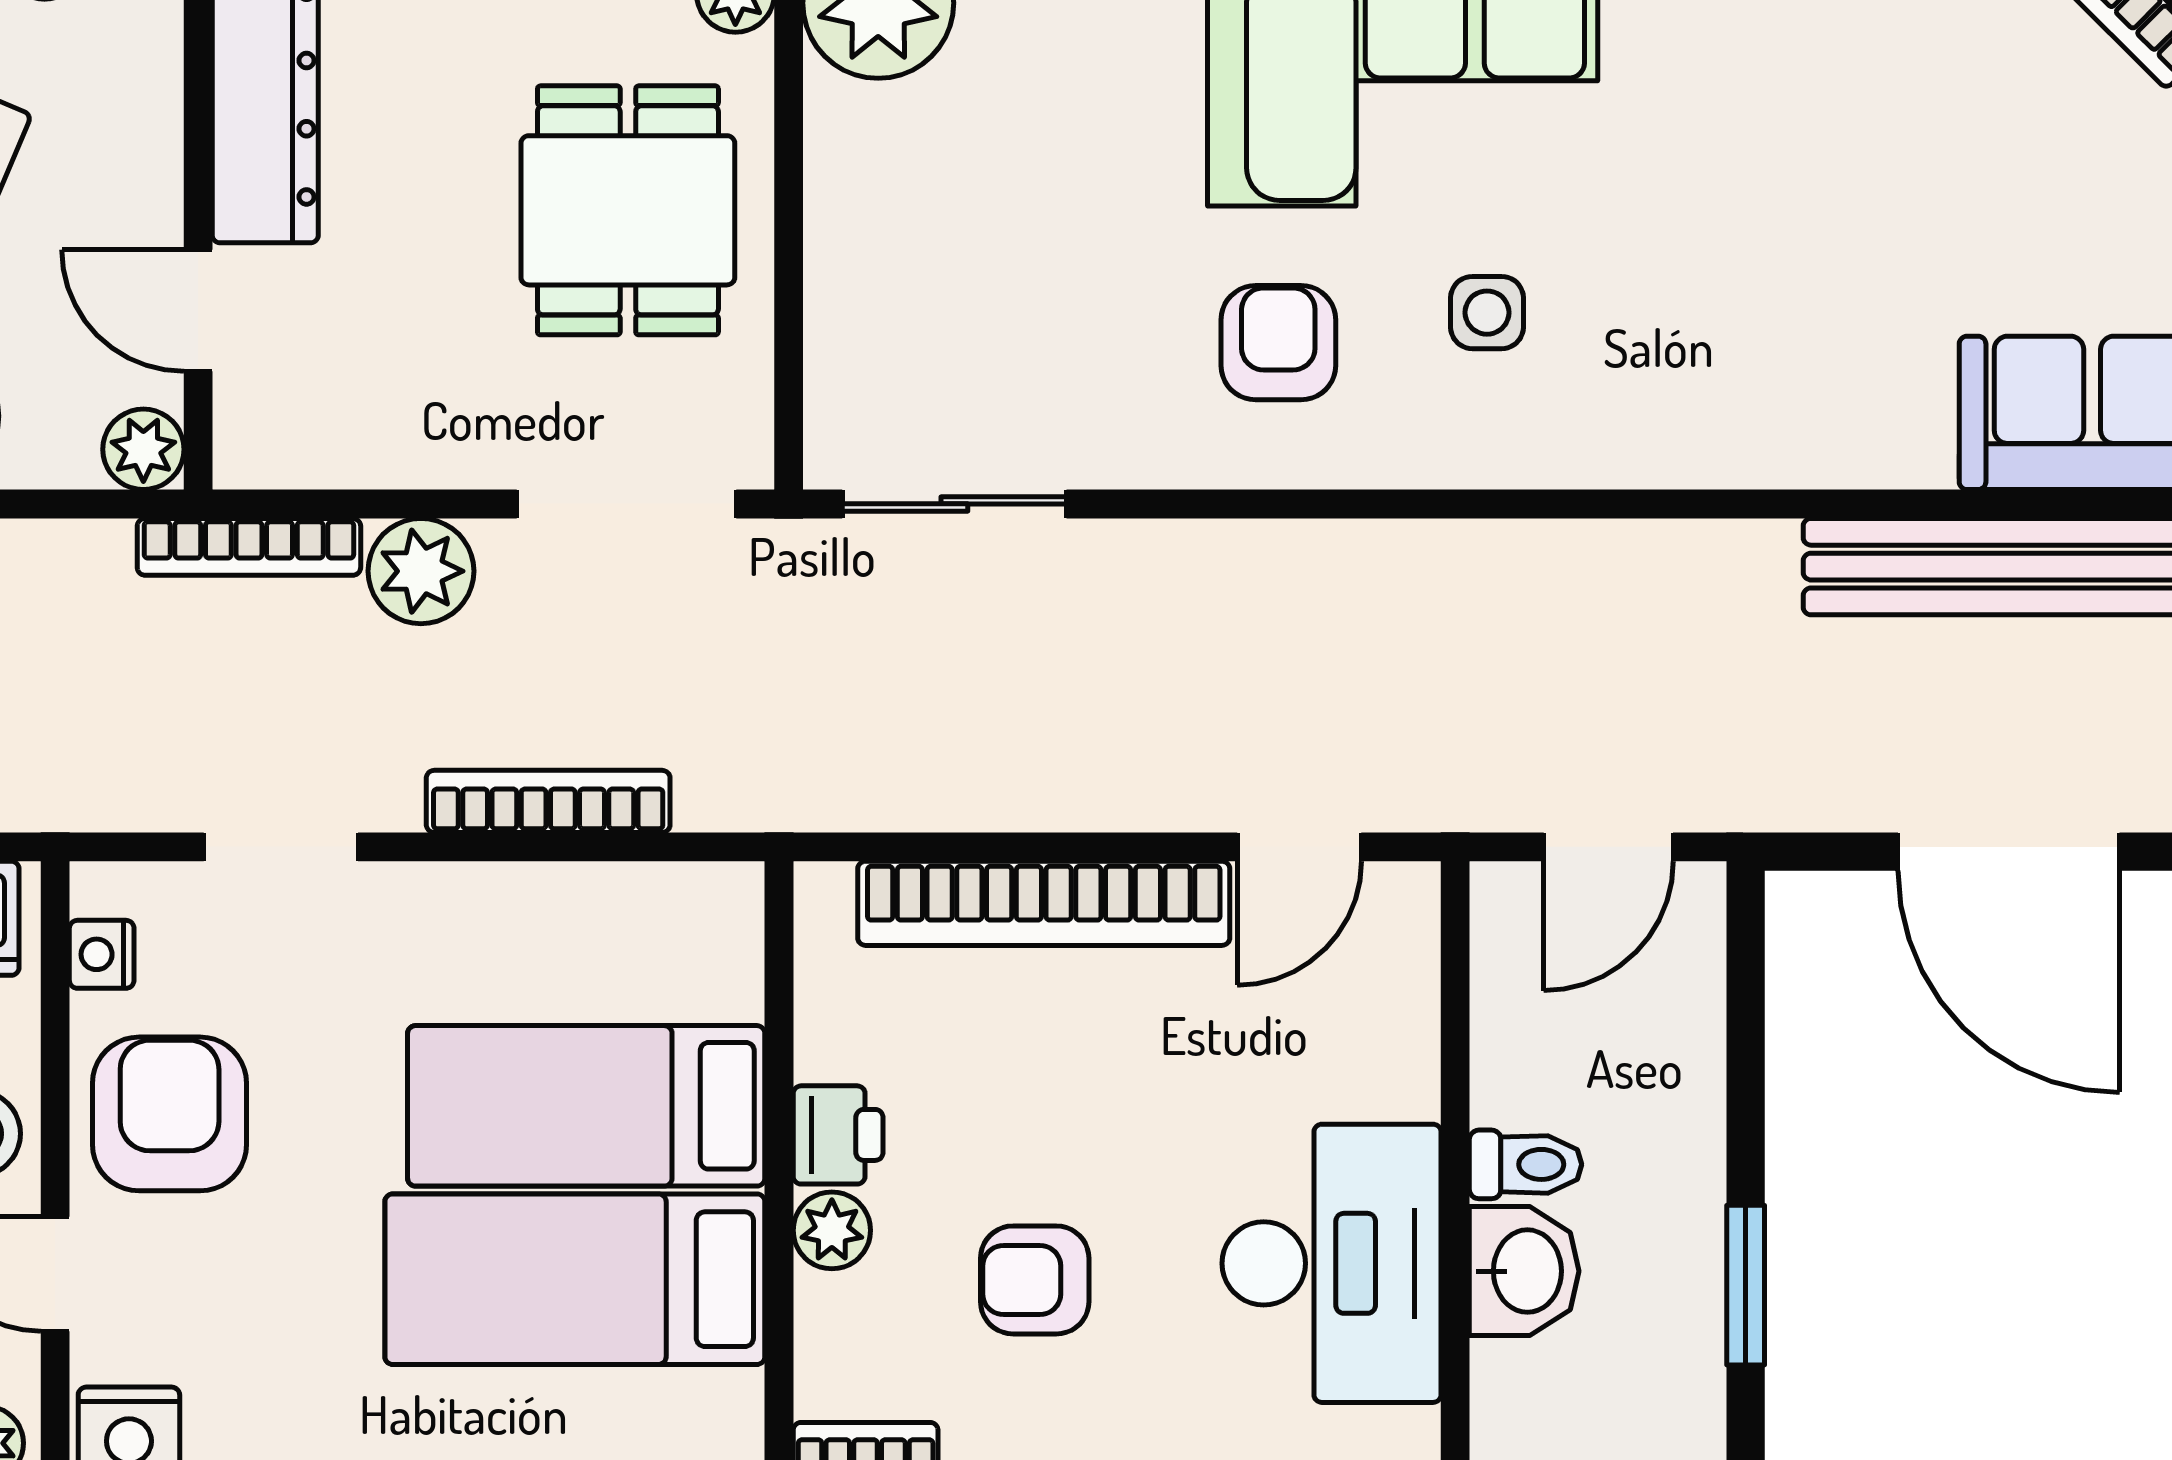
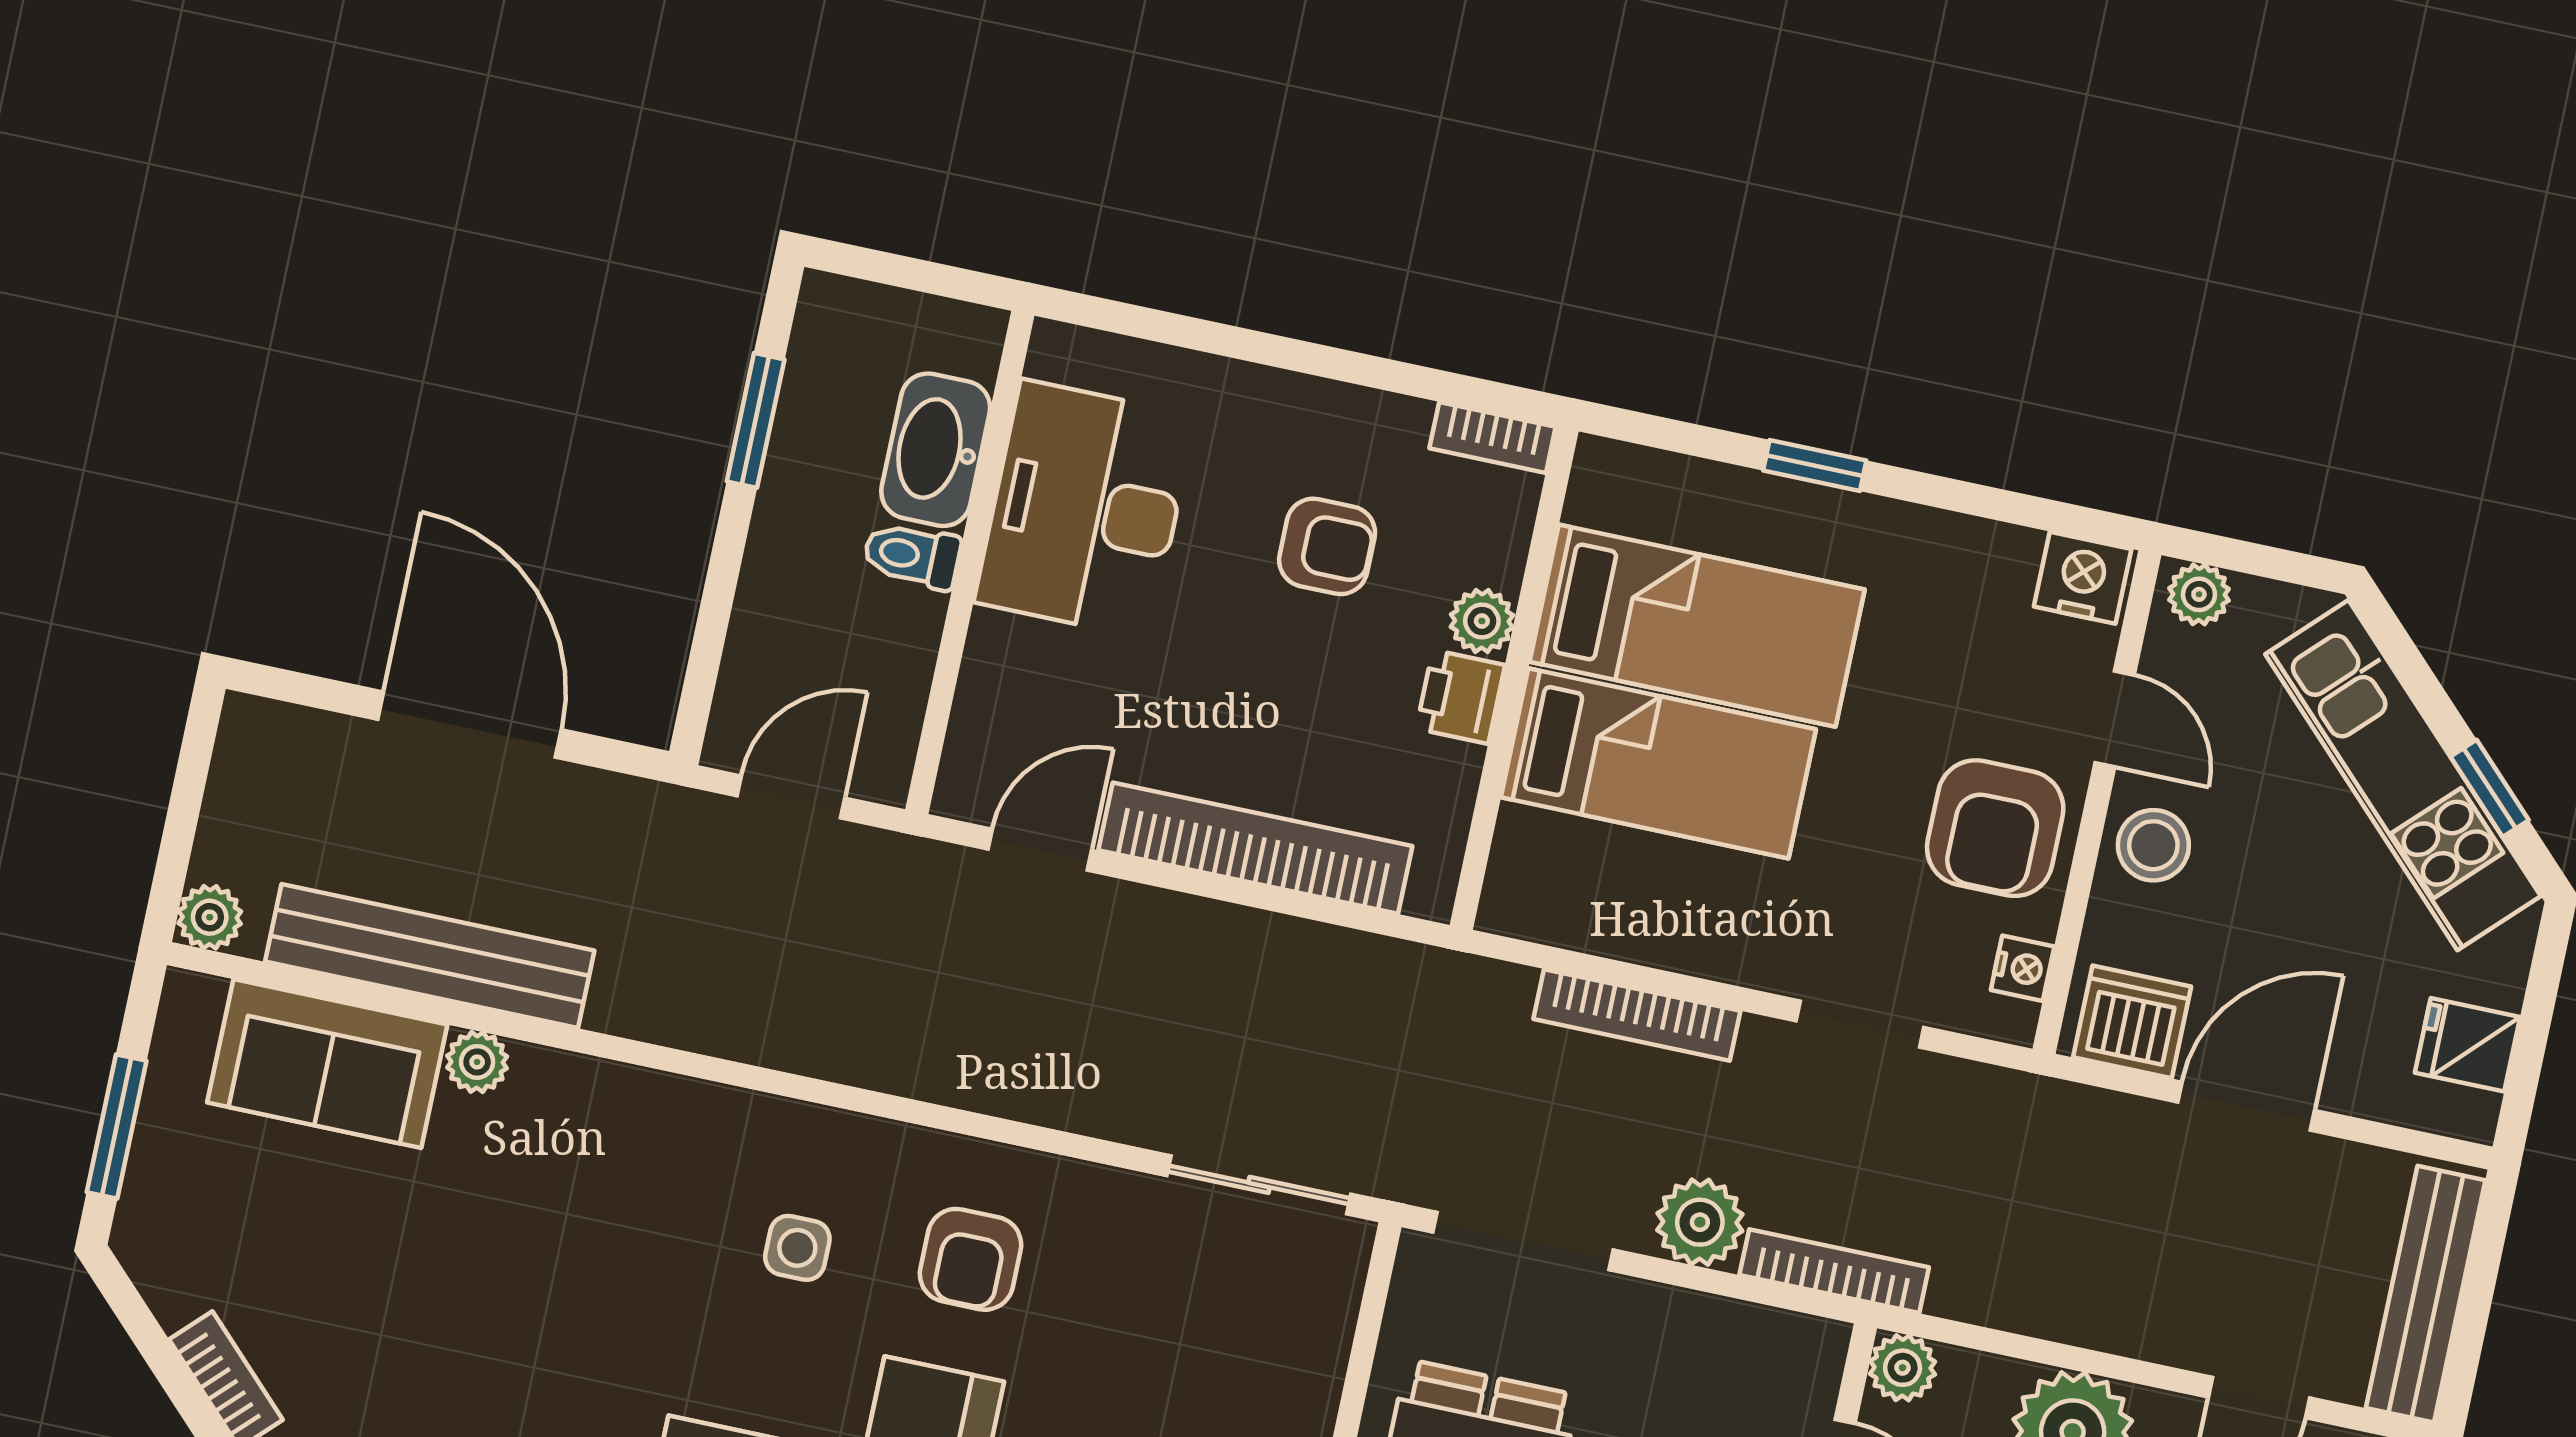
plant: (1915, 453) -> (477, 1062), added
washbasin: (1524, 1271) -> (936, 450), width x1.38

